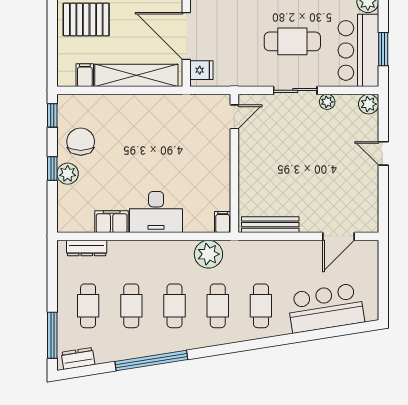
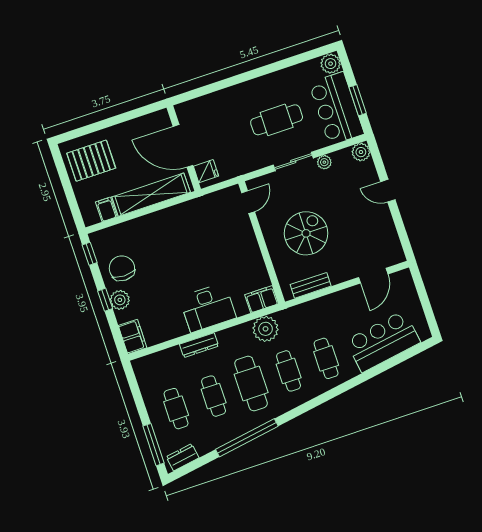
spiral stairs: (284, 169) -> (306, 233), added
filing cabinet: (112, 222) -> (133, 337), moved, turned 90
filing cabinet: (223, 222) -> (262, 299), width x2.00
bench: (270, 225) -> (311, 285), width x0.73
dresser: (87, 248) -> (199, 345), moved
cafe table: (175, 306) -> (251, 383), width x1.37, depth x1.35

